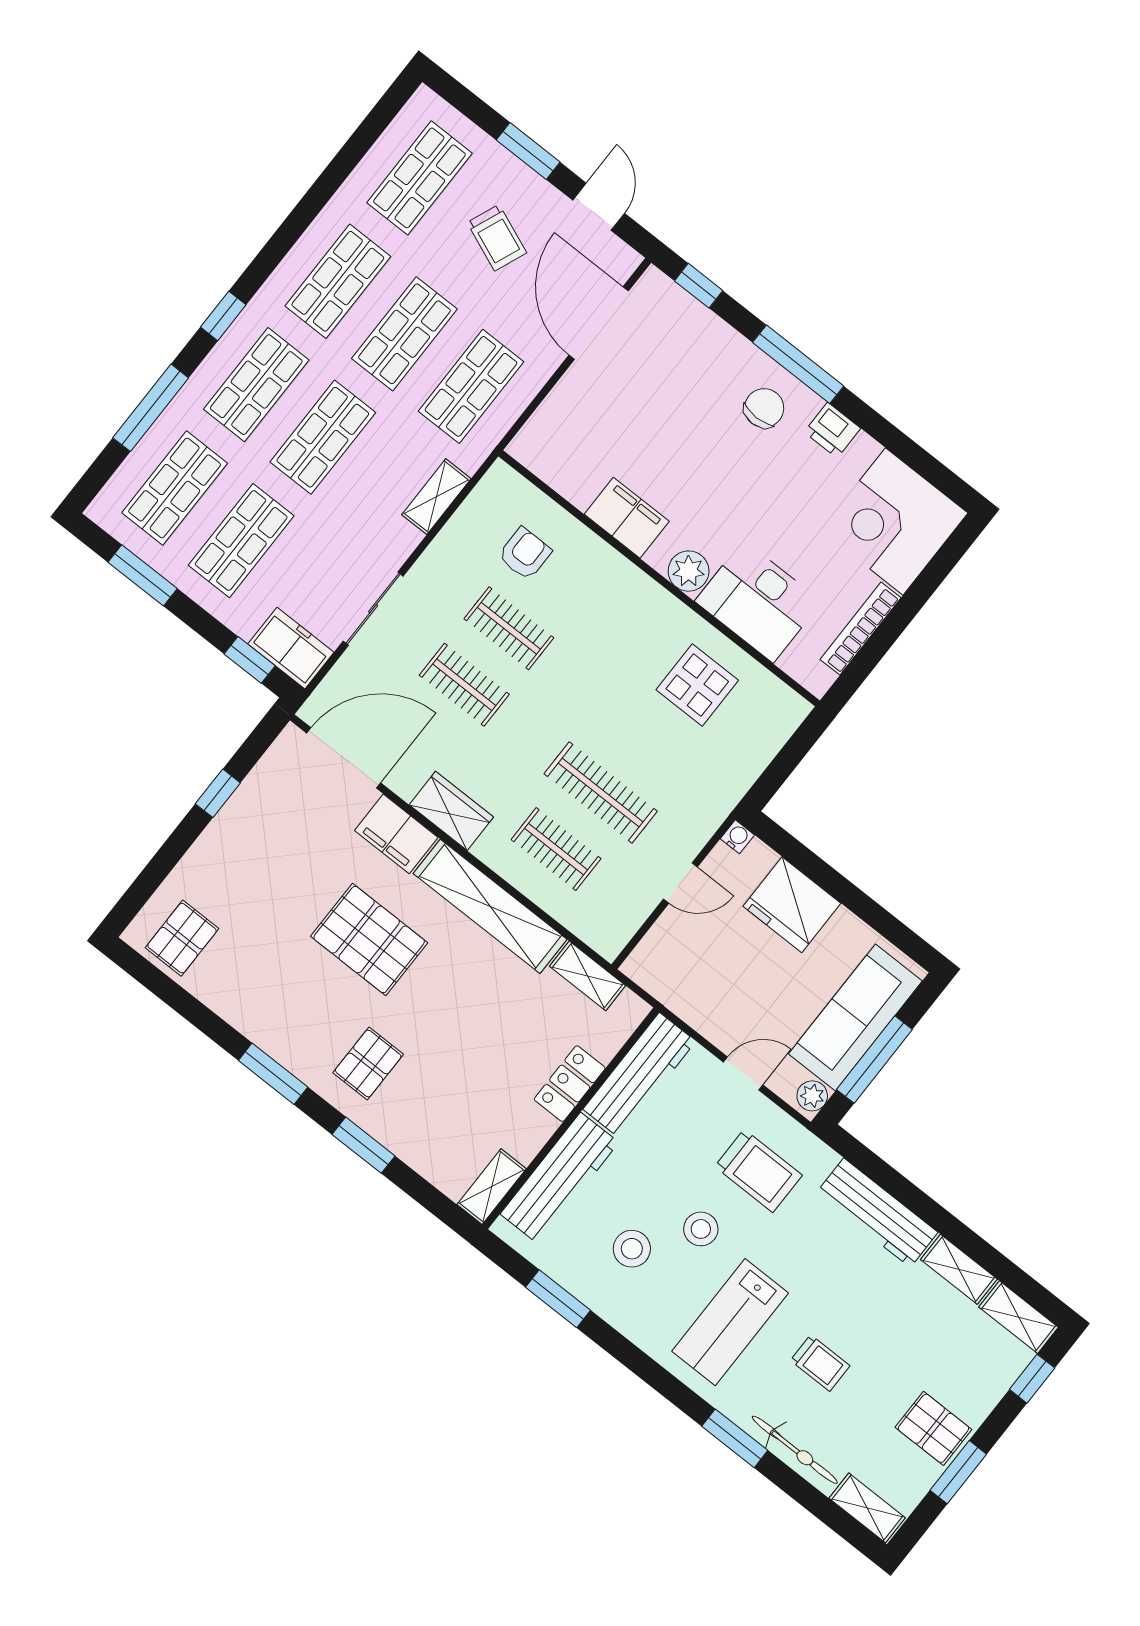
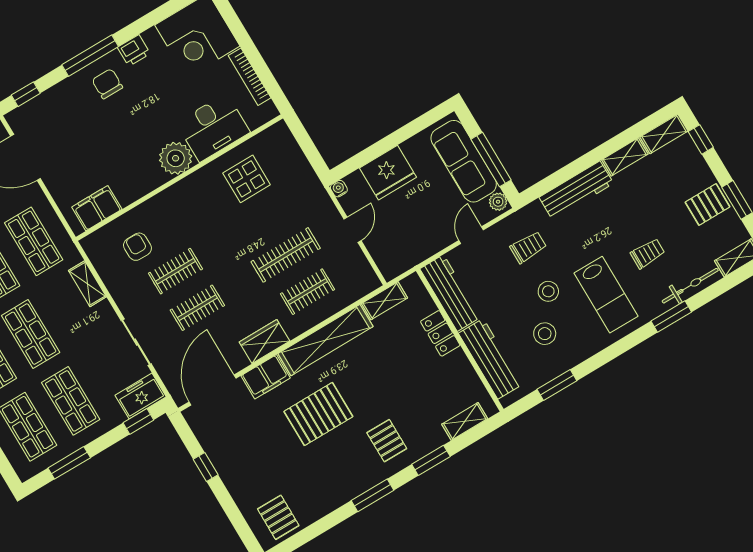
filing cabinet: (627, 518) -> (97, 208), moved
plant: (689, 571) -> (176, 158), width x1.36, depth x1.36
trolley: (758, 1171) -> (528, 247), width x0.73, depth x0.72
shelving: (492, 1187) -> (465, 421), moved, turned 90

